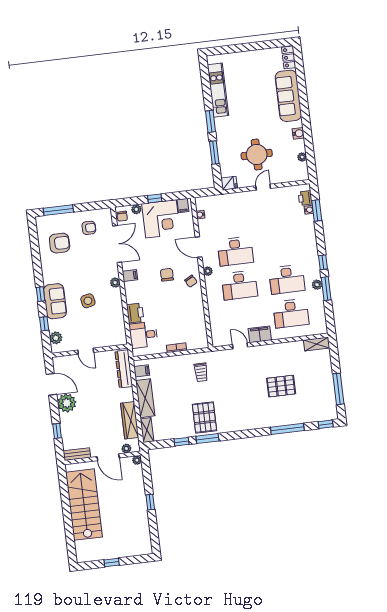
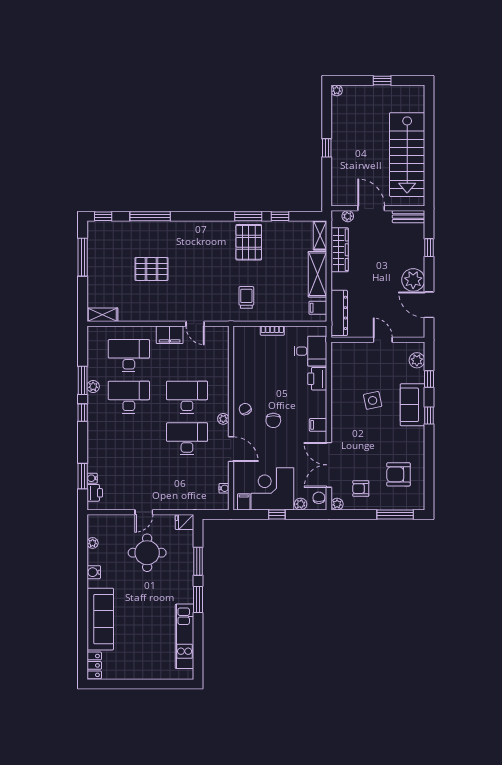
plant: (115, 283) -> (337, 504), moved
plant: (137, 460) -> (337, 90), moved

